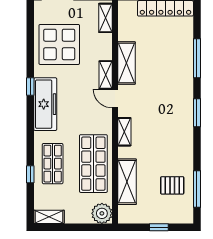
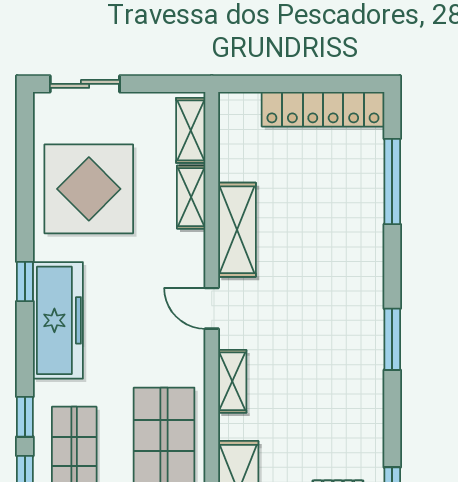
window: (197, 58) -> (392, 182), moved
shelving: (106, 75) -> (191, 197), moved
window: (30, 148) -> (25, 417), added

